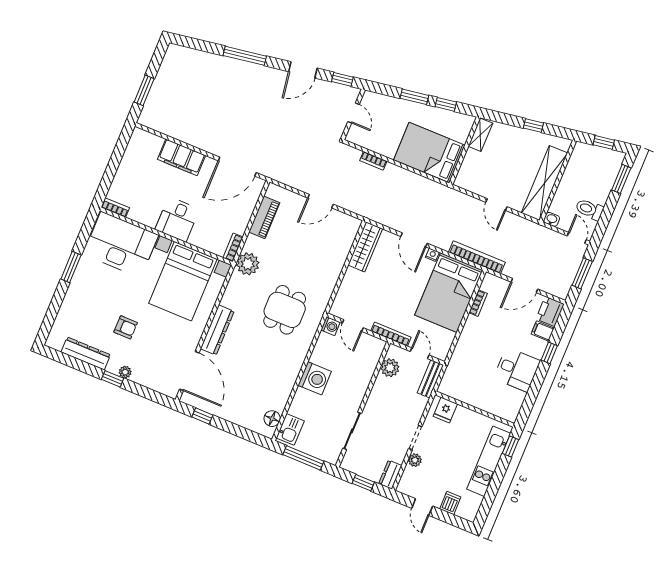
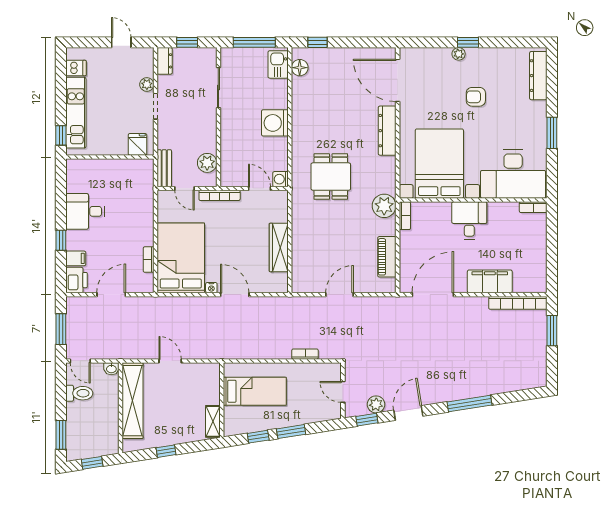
plant: (329, 90) -> (376, 404), added
bed: (429, 153) -> (255, 391), width x0.67
wardrobe: (365, 247) -> (279, 247), moved
bookcase: (477, 257) -> (518, 303), moved
dresser: (86, 353) -> (538, 76), moved, turned 90
window: (202, 416) -> (318, 42), moved
dishwasher: (450, 503) -> (76, 68), moved, turned -90

